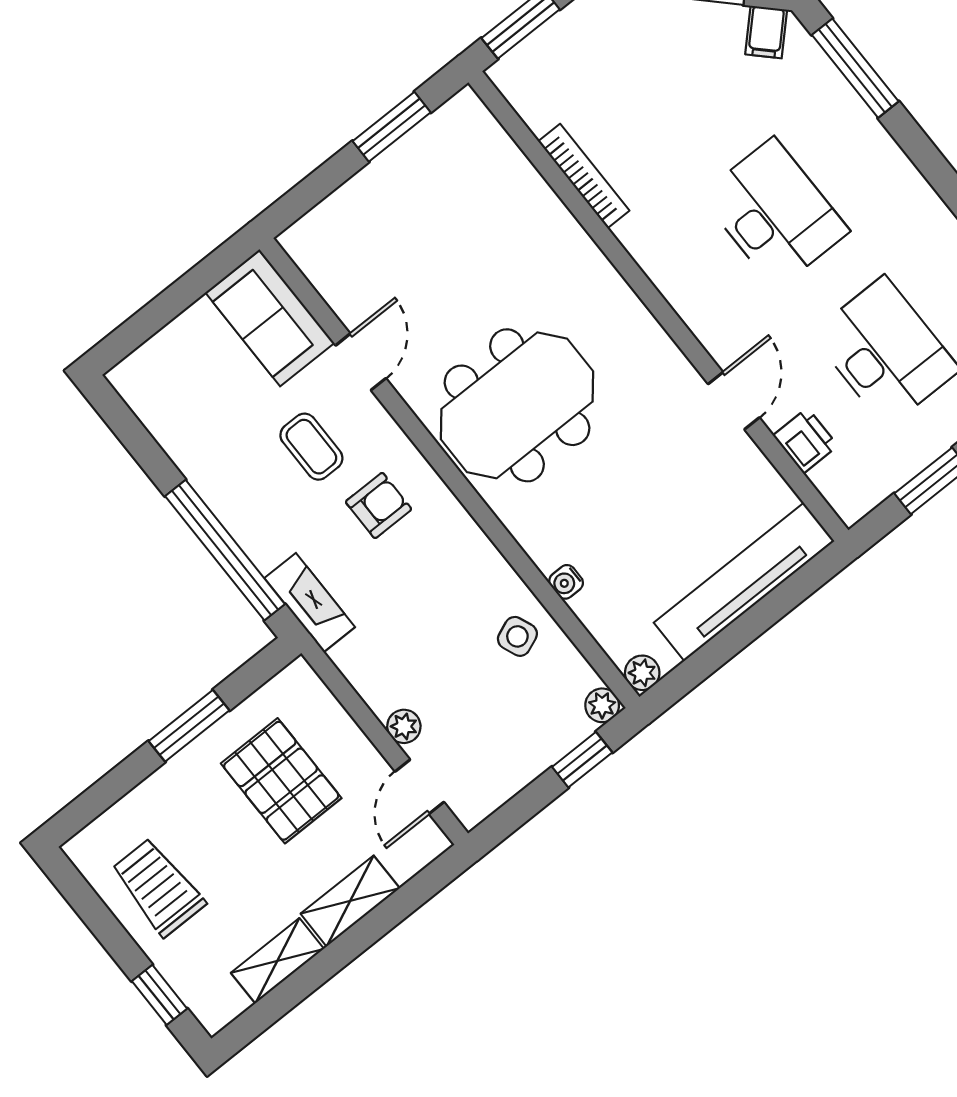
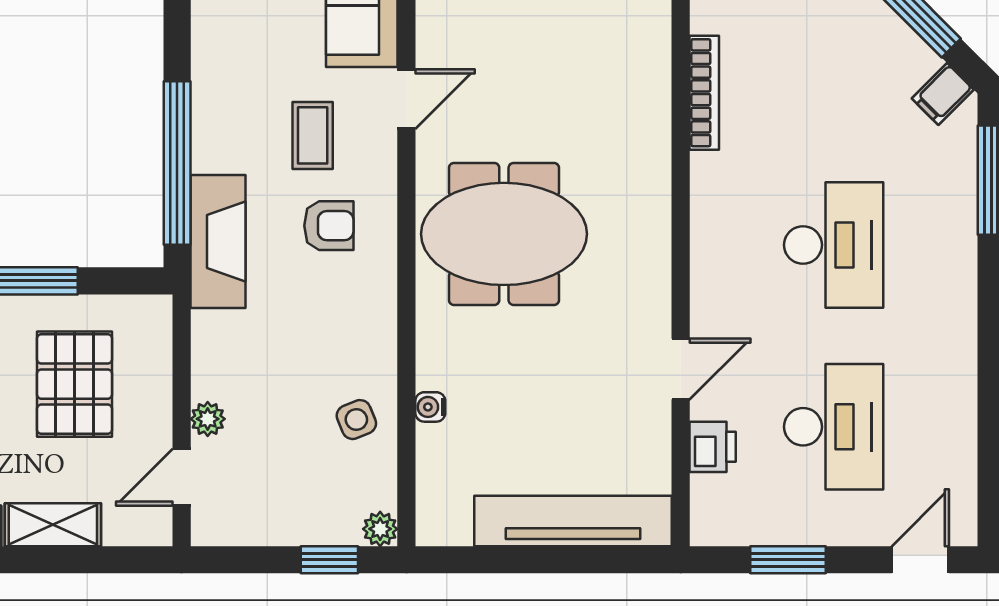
fireplace: (310, 603) -> (218, 241), width x1.37, depth x1.32
plant: (642, 673) -> (433, 529), removed

